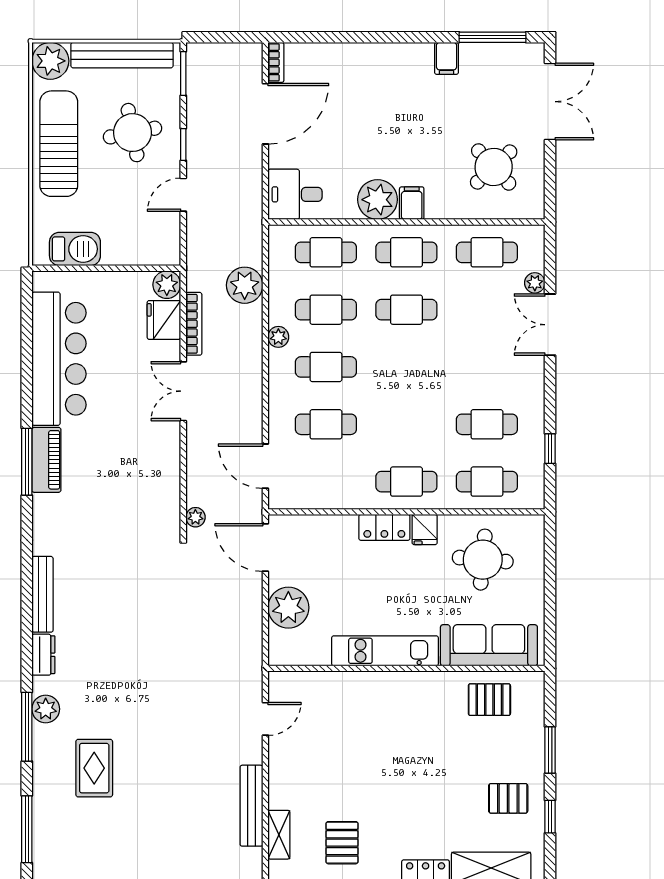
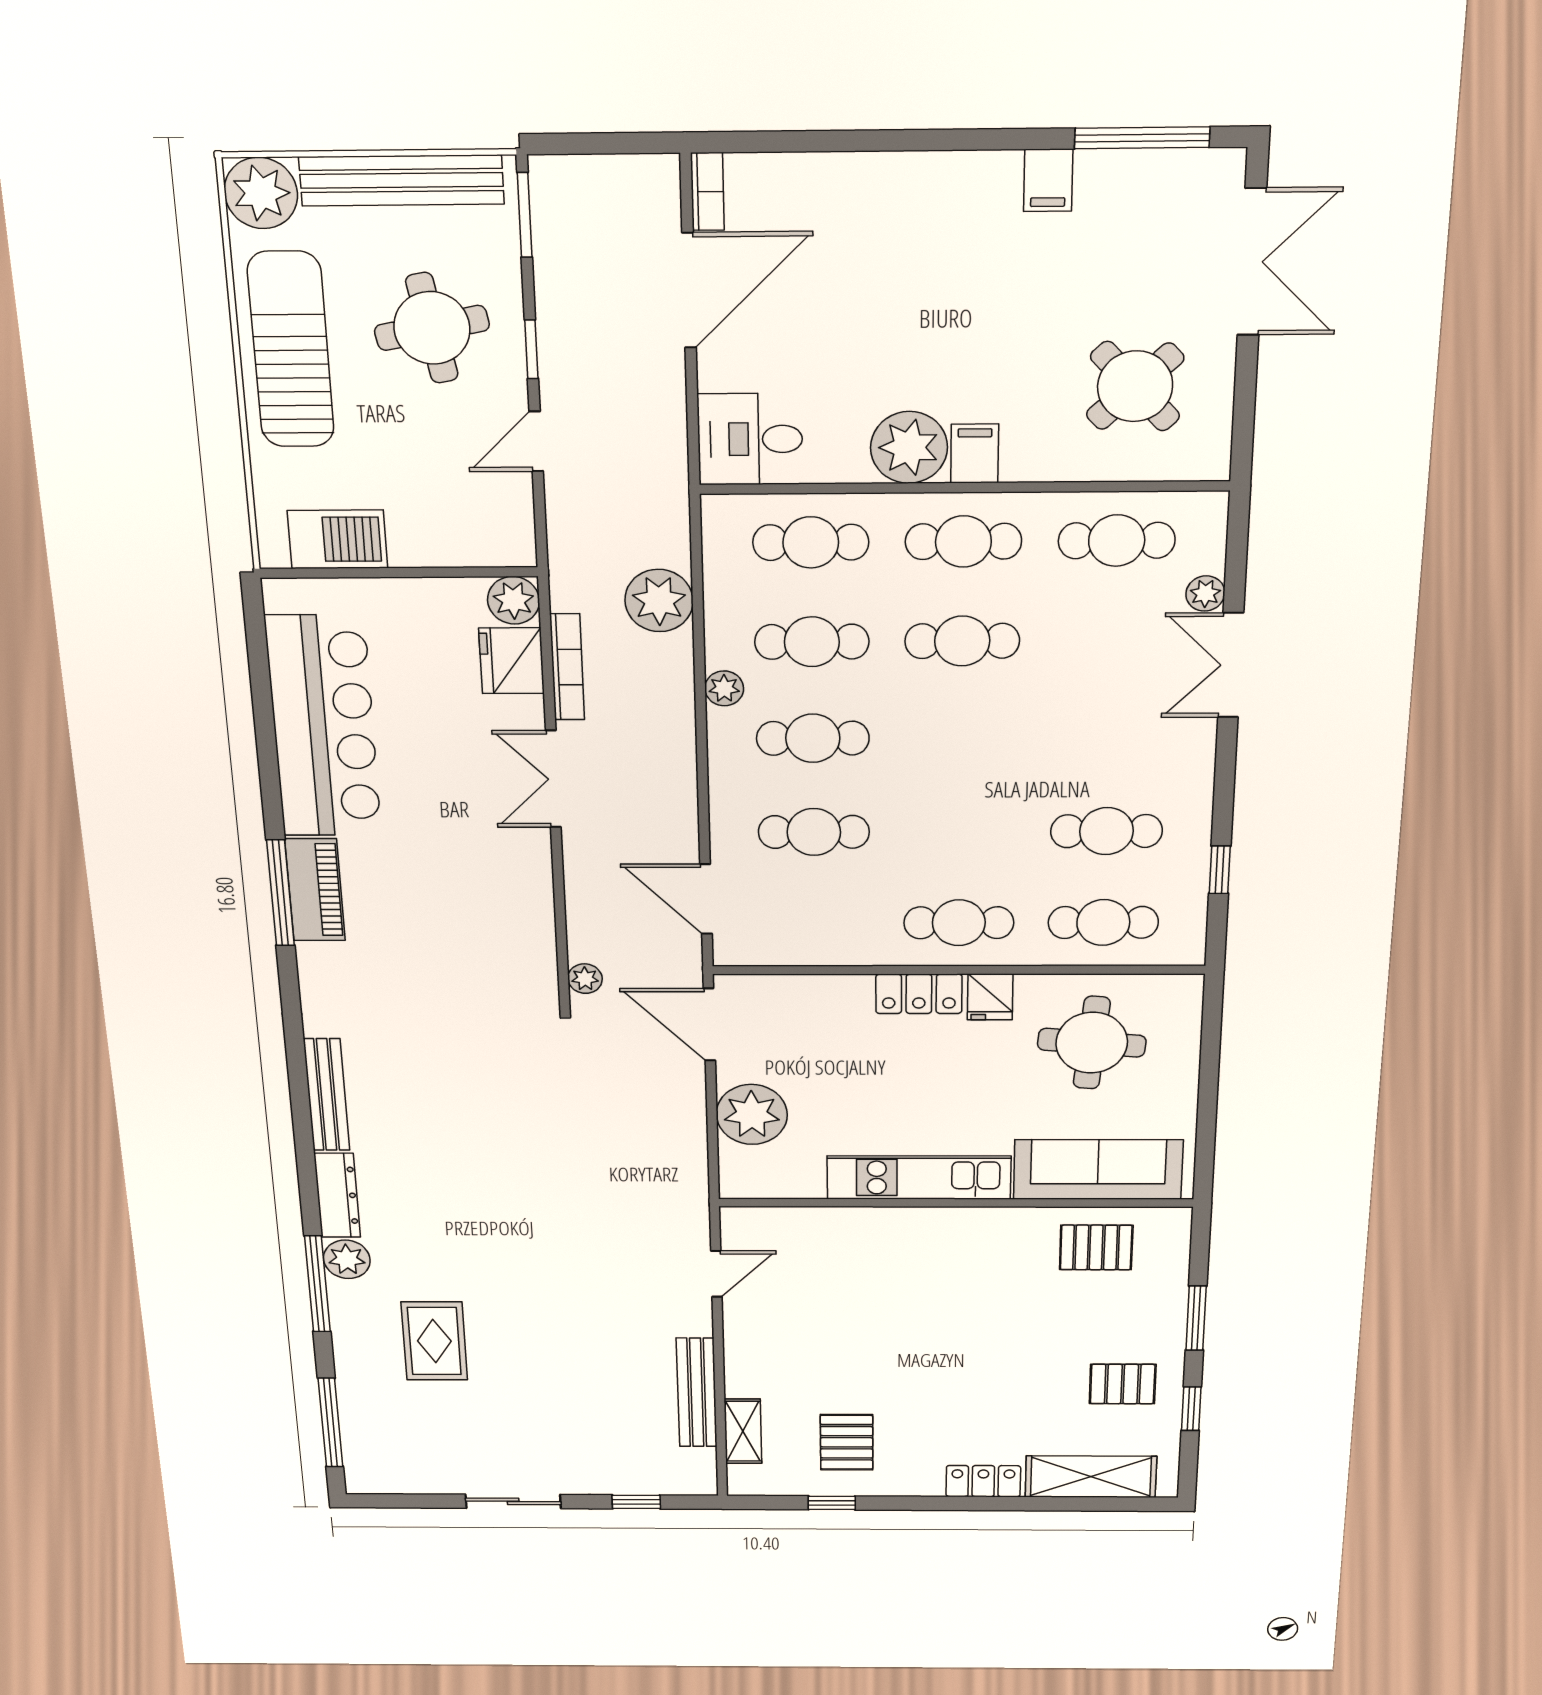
dresser: (43, 655) -> (337, 1195), width x1.44

